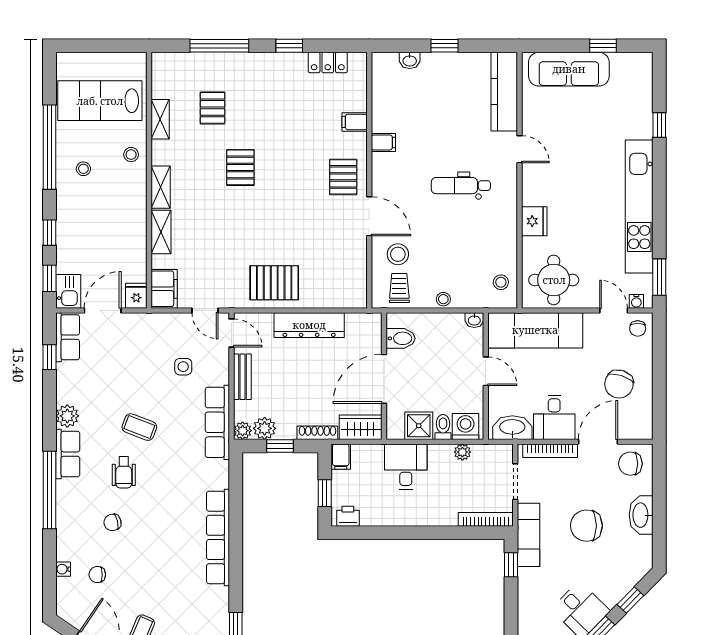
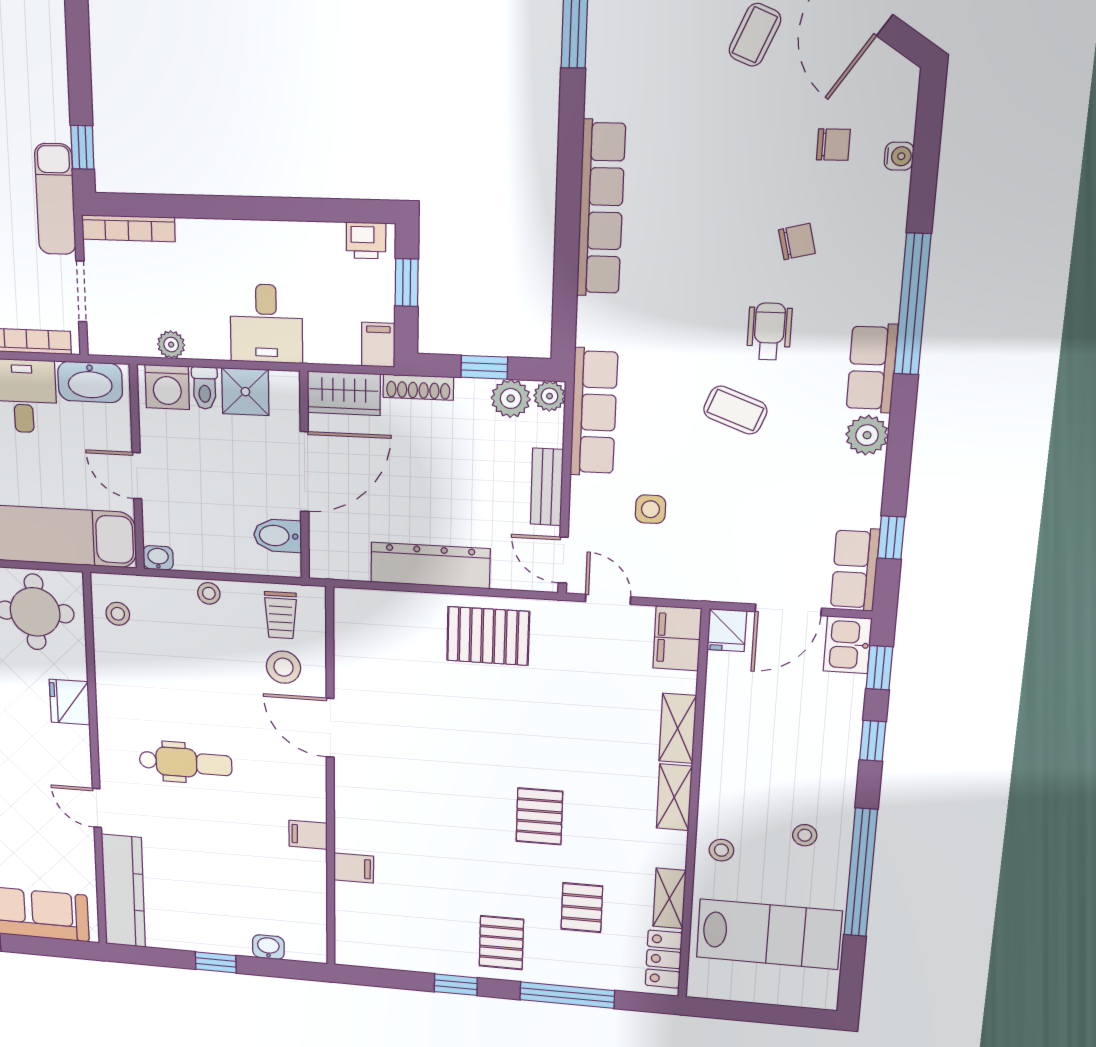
locker: (328, 62) -> (664, 959), moved, turned -90
pallet: (343, 177) -> (501, 943), moved

